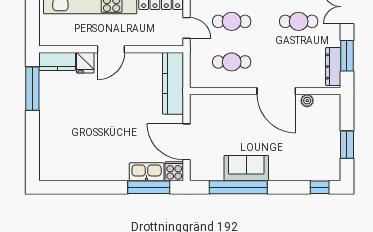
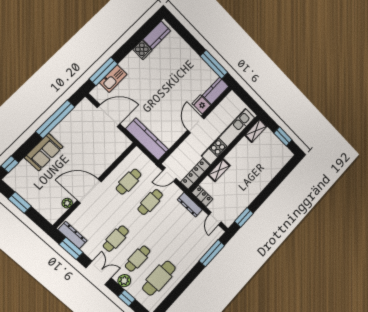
sofa: (246, 168) -> (44, 152), moved
cooker: (174, 171) -> (142, 50), moved
kitchen counter: (62, 172) -> (157, 35), added

